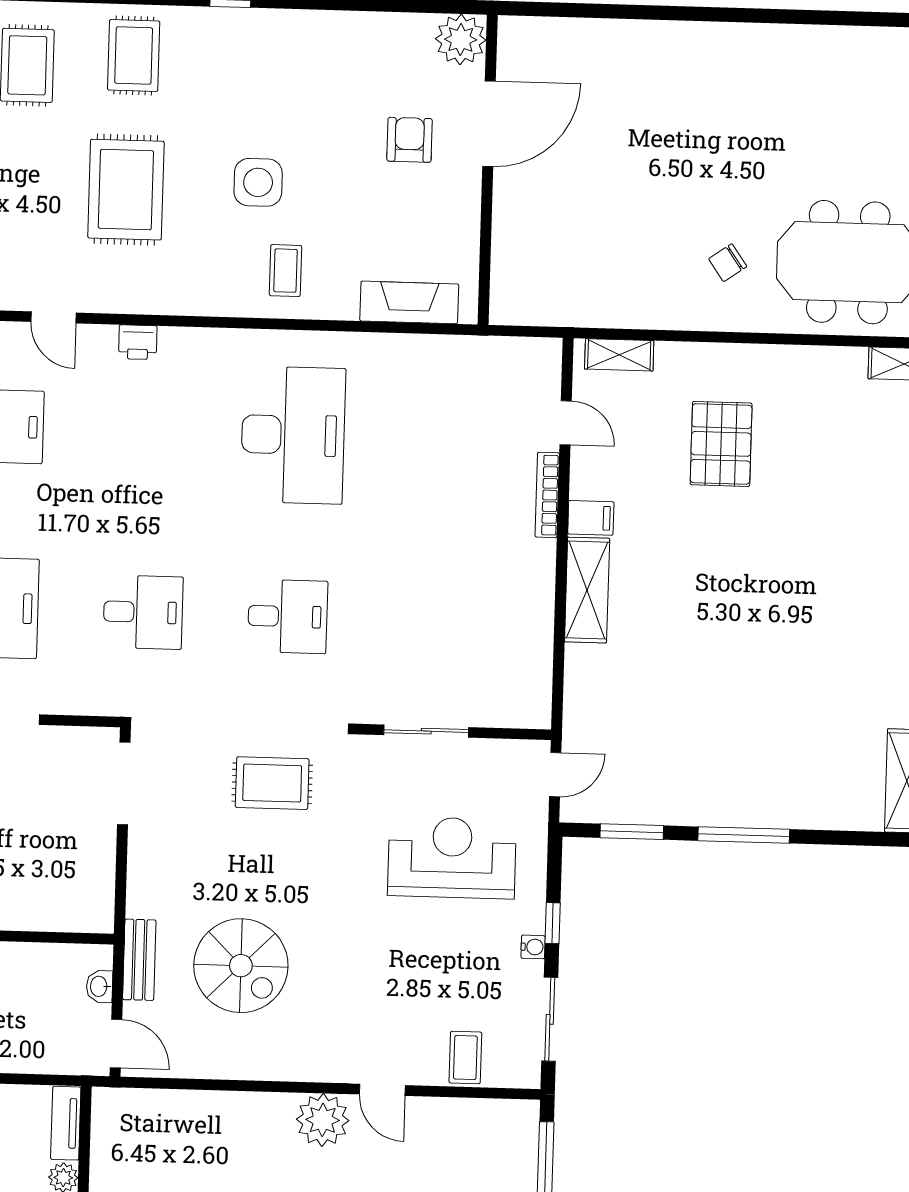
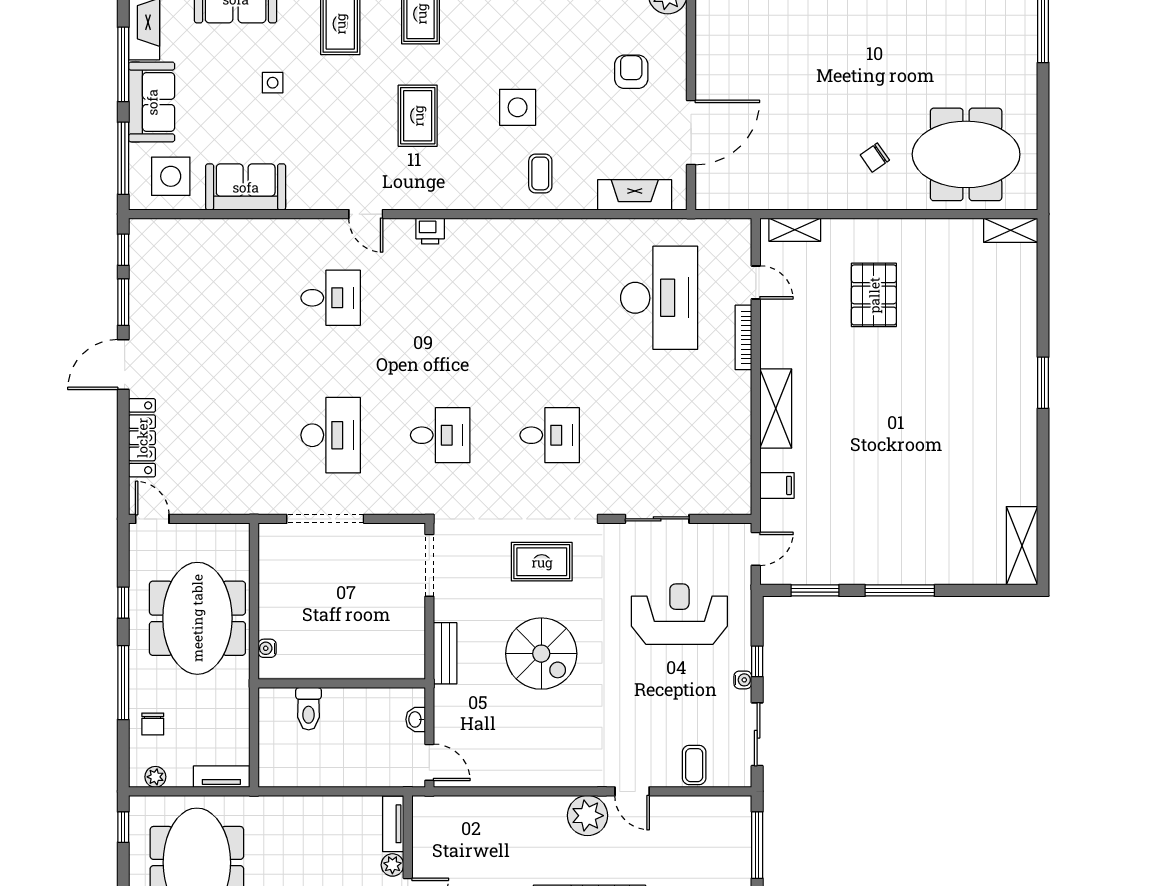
door: (489, 124) -> (691, 133), moved
rug: (126, 190) -> (418, 116), width x0.73, depth x0.70
desk: (293, 435) -> (659, 298), moved
filing cabinet: (591, 518) -> (777, 485), moved
bench: (139, 960) -> (445, 653), moved
spiral stairs: (241, 966) -> (541, 654), moved

